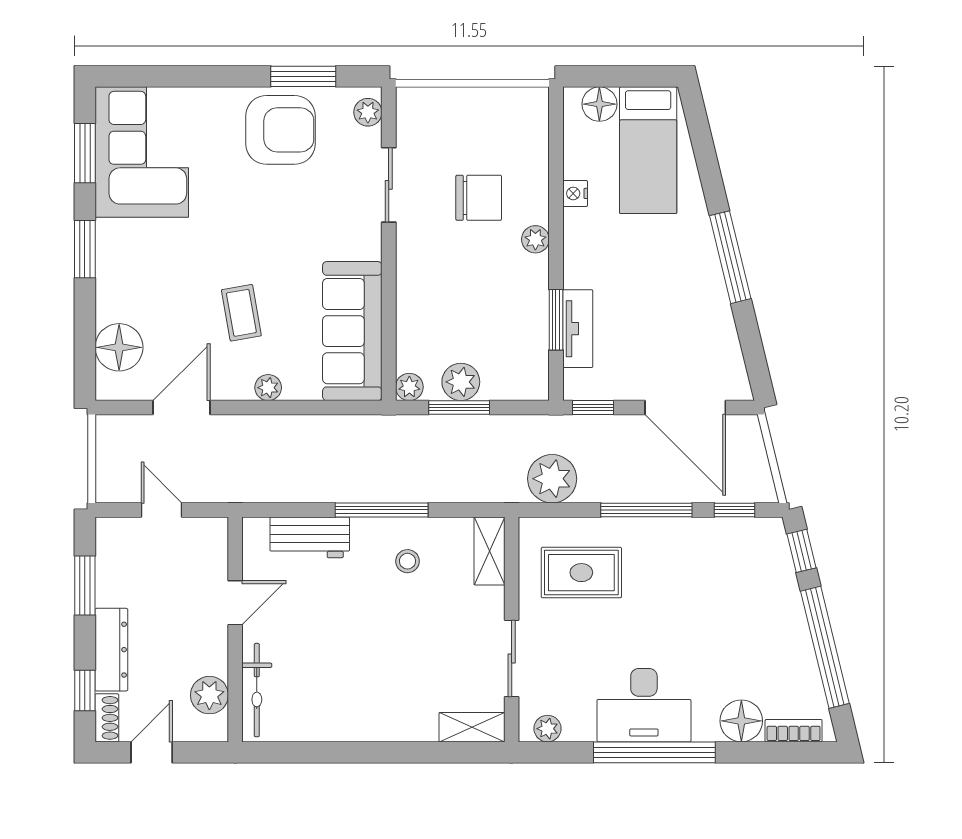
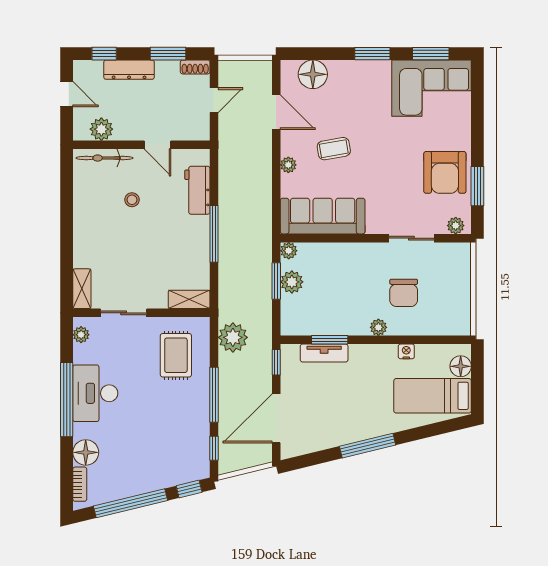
stool: (407, 561) -> (132, 200), moved
shoe rack: (107, 718) -> (195, 67), moved

